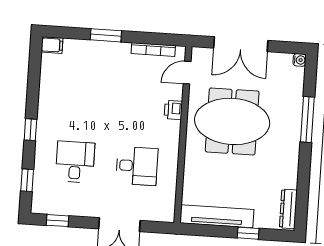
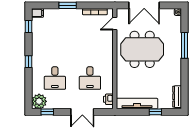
printer: (173, 110) -> (108, 99), moved
desk: (75, 162) -> (55, 78), turned 180
desk: (137, 166) -> (90, 78), turned 90
window: (27, 180) -> (28, 27), moved
plant: (45, 201) -> (39, 101), added

